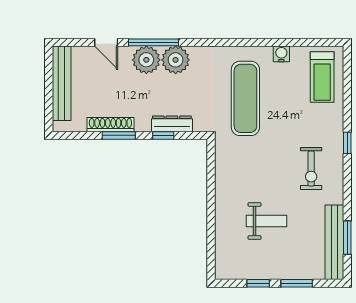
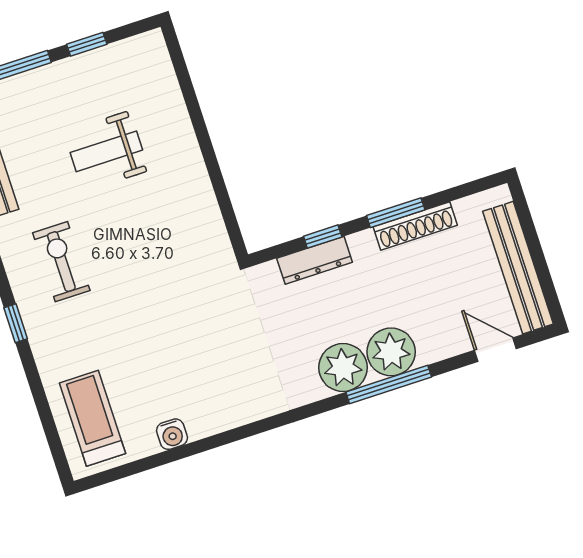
door: (106, 42) -> (495, 350), moved
exercise mat: (245, 98) -> (207, 342), removed

